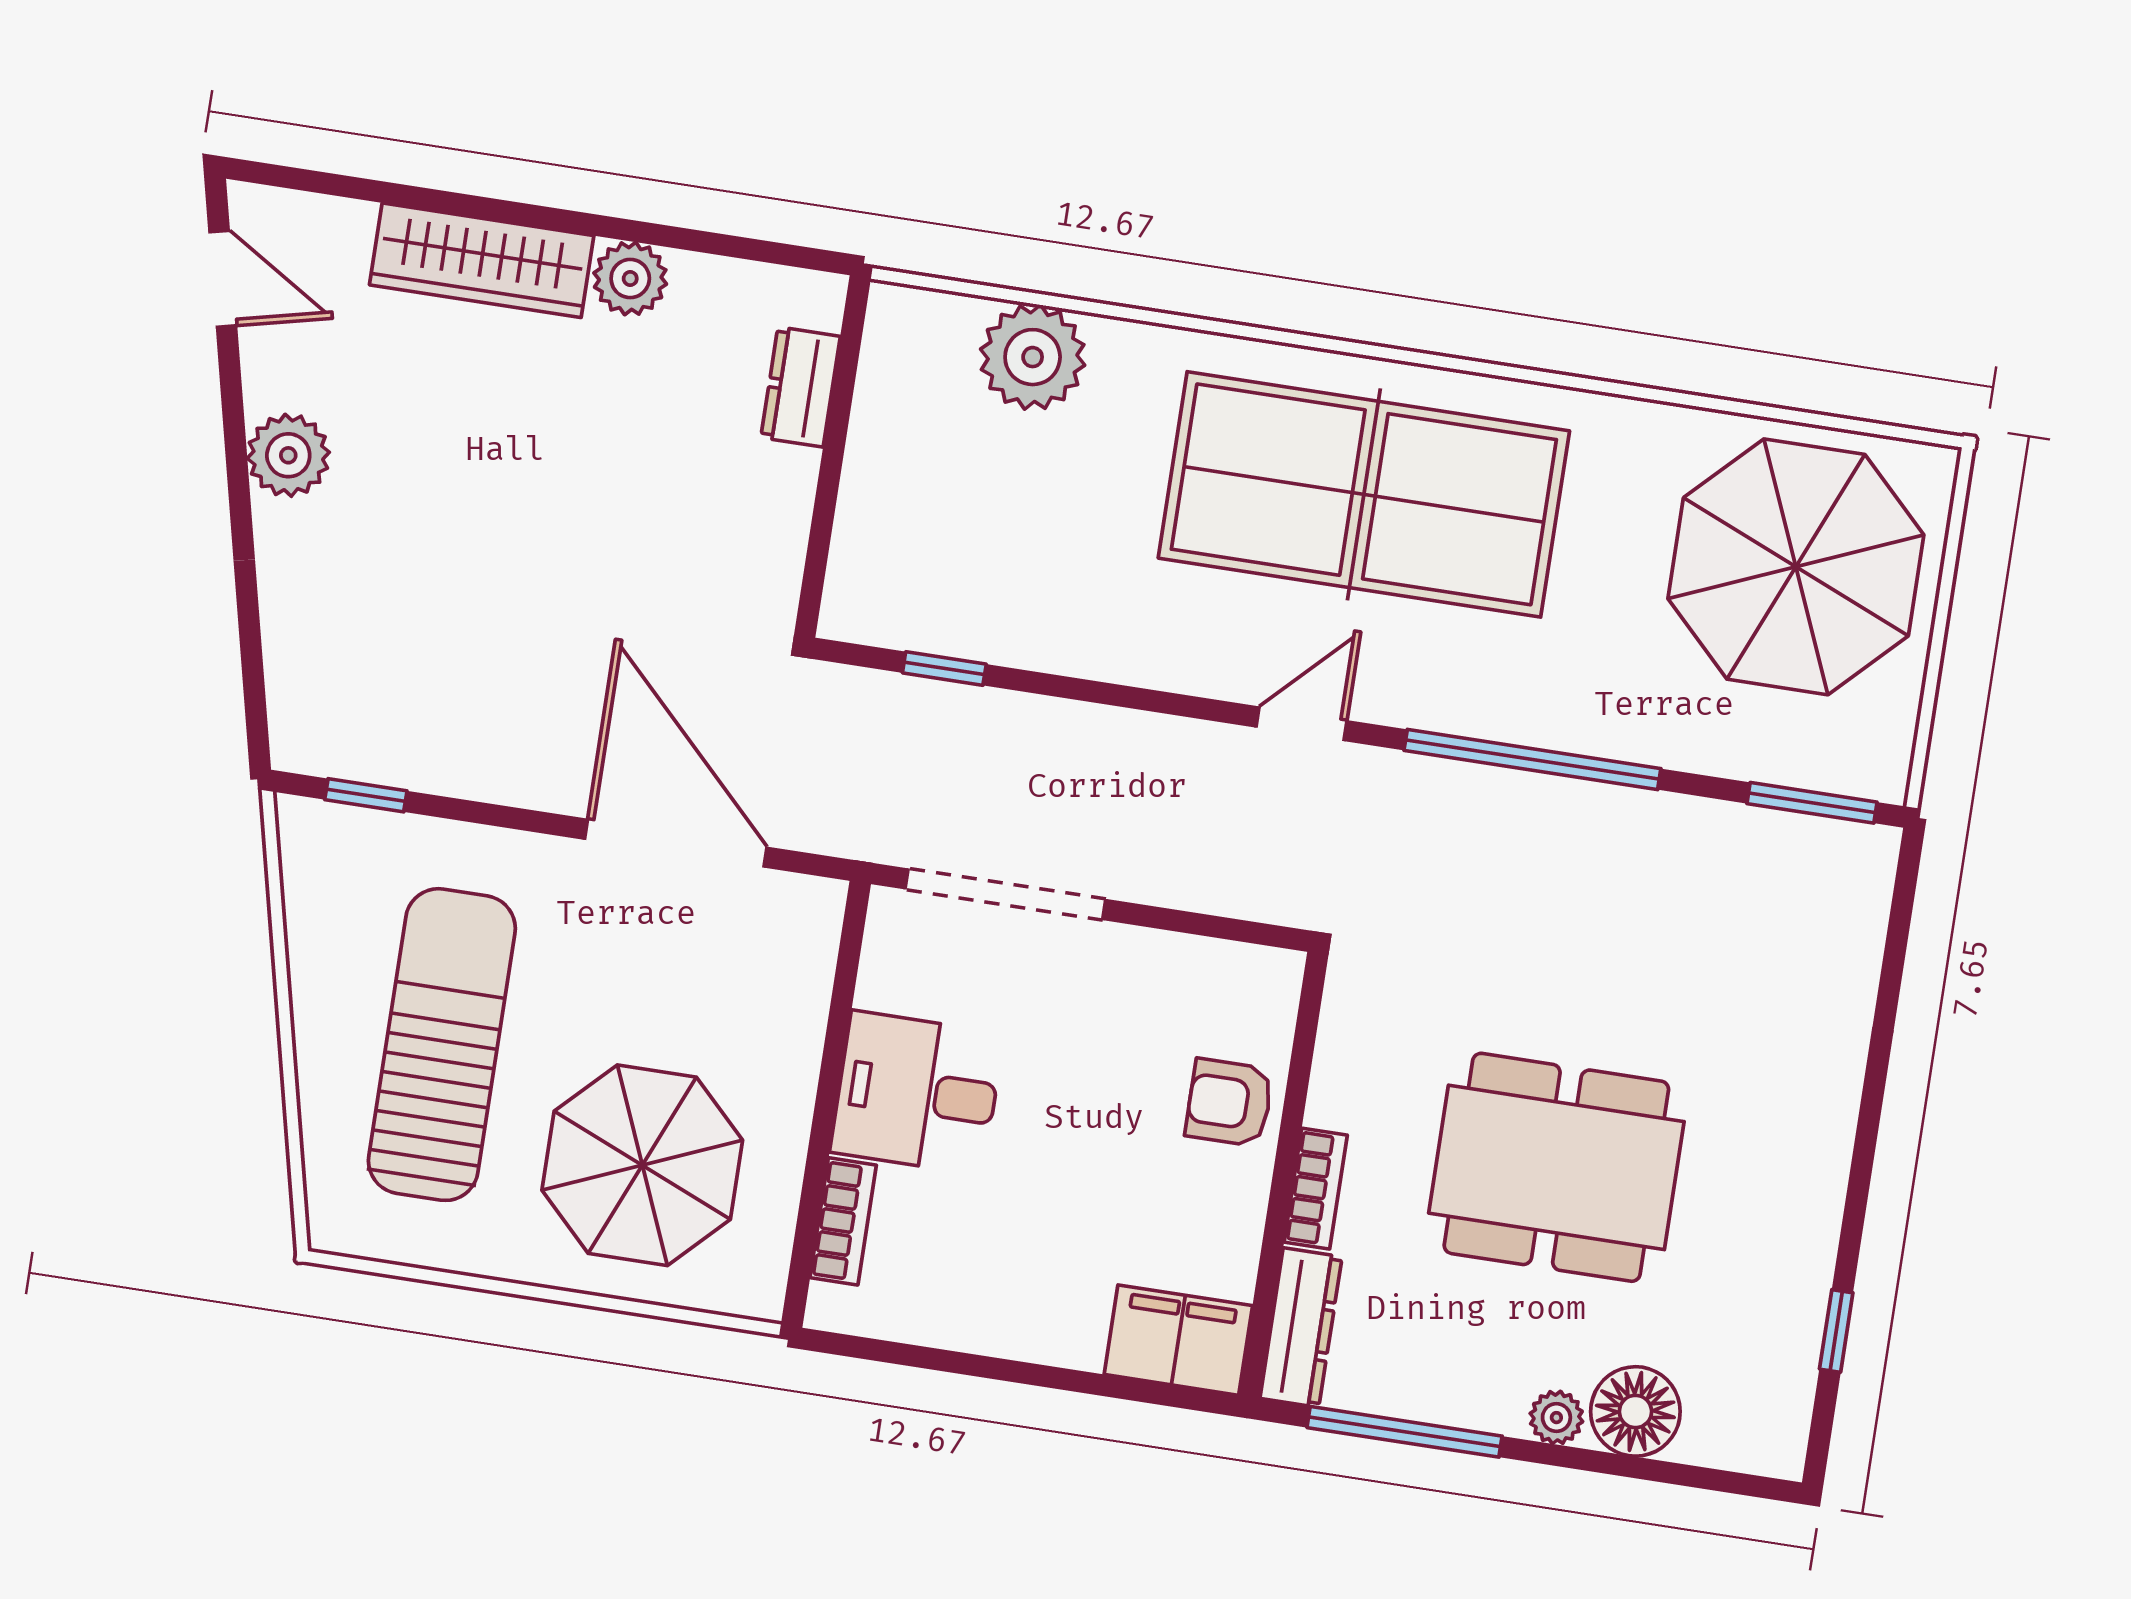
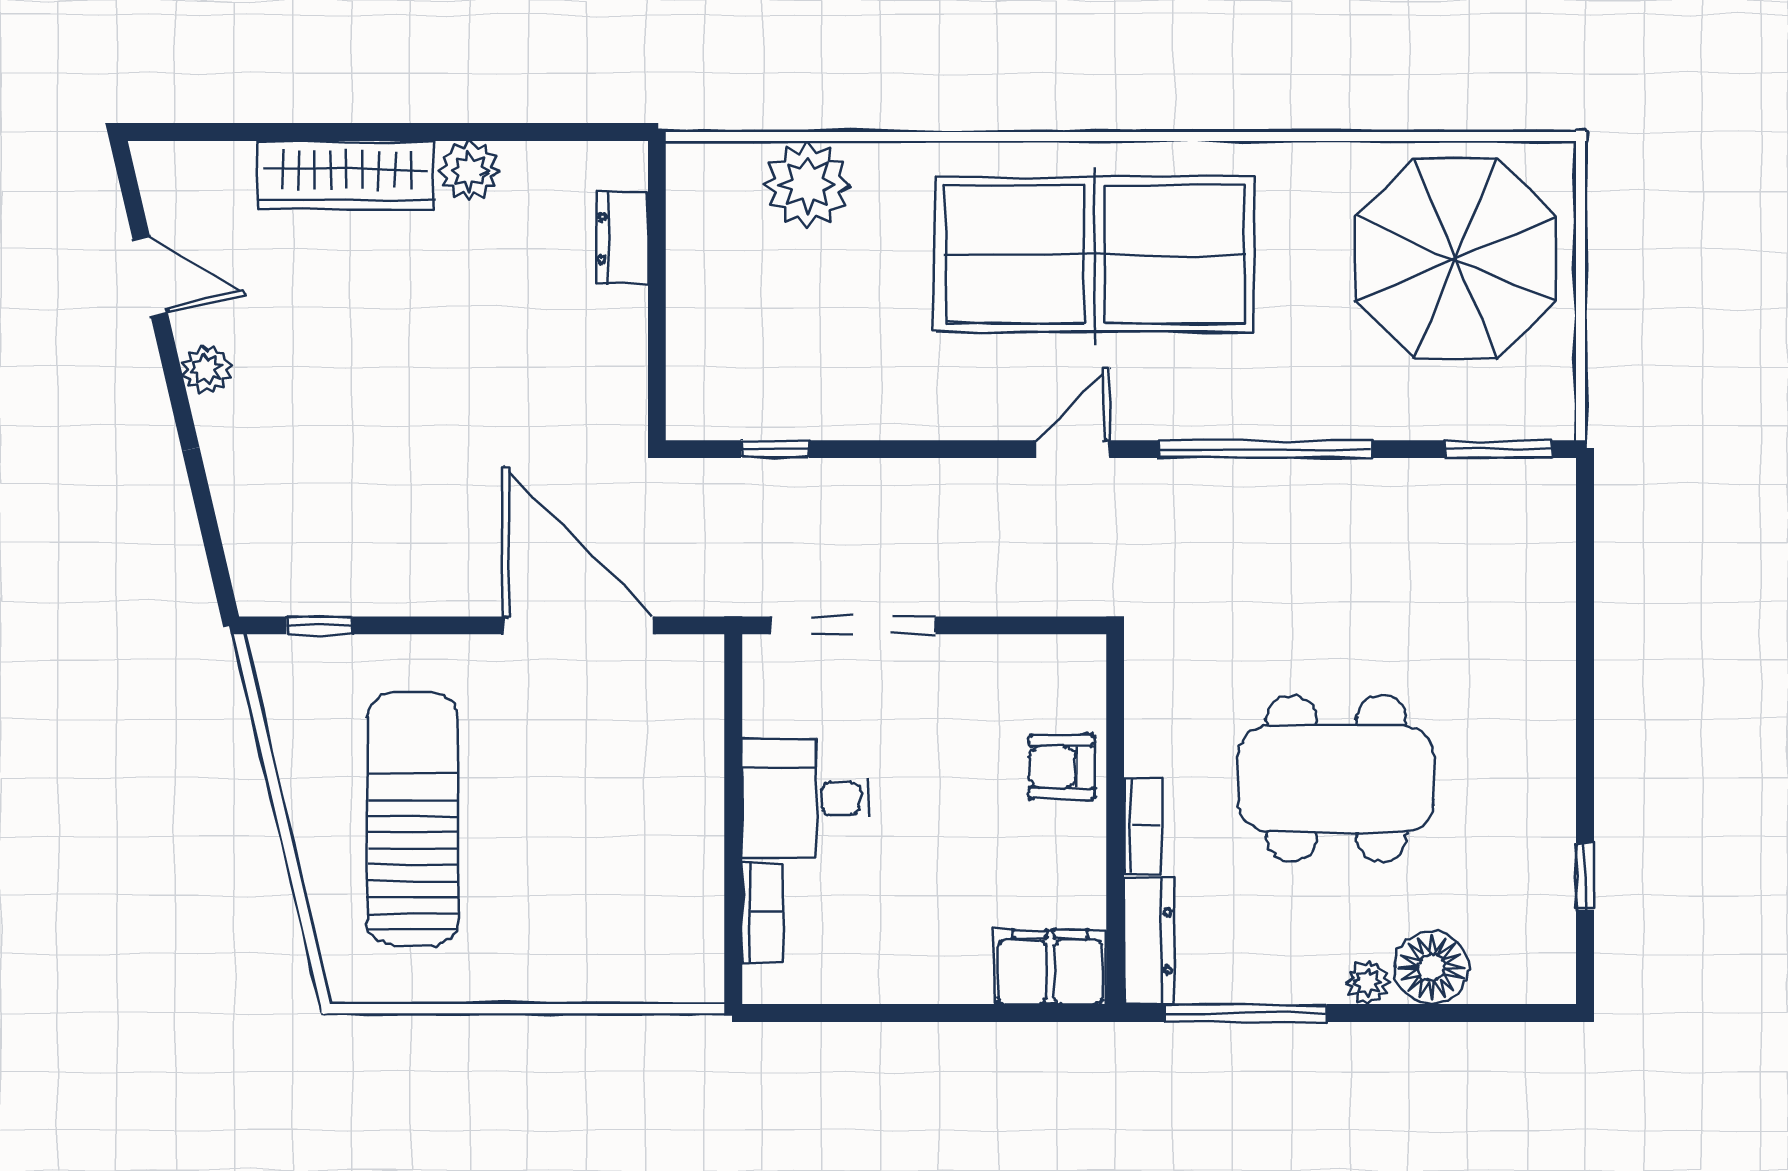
door: (223, 279) -> (150, 277), moved
plant: (288, 455) -> (207, 369), width x0.73, depth x0.73
parasol: (642, 1165) -> (591, 892), removed

